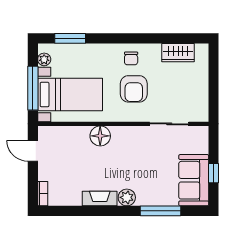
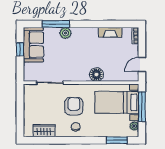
door: (33, 151) -> (142, 64), swing flipped
plant: (127, 197) -> (65, 33), moved
fireplace: (100, 199) -> (110, 32), moved

